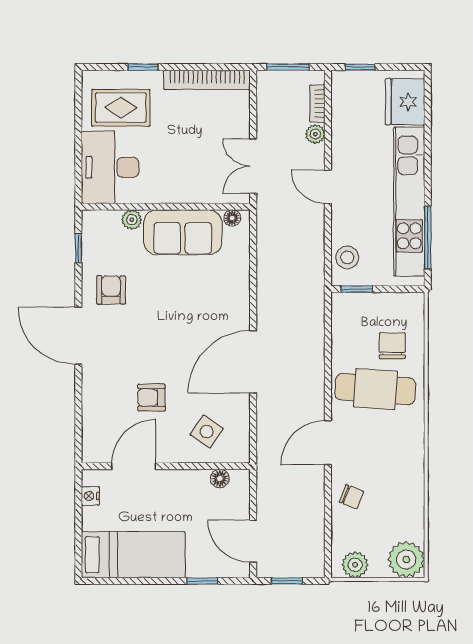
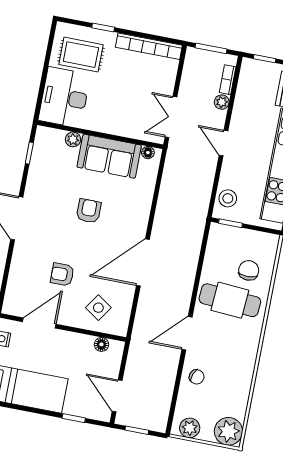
armchair: (111, 290) -> (89, 211), moved

